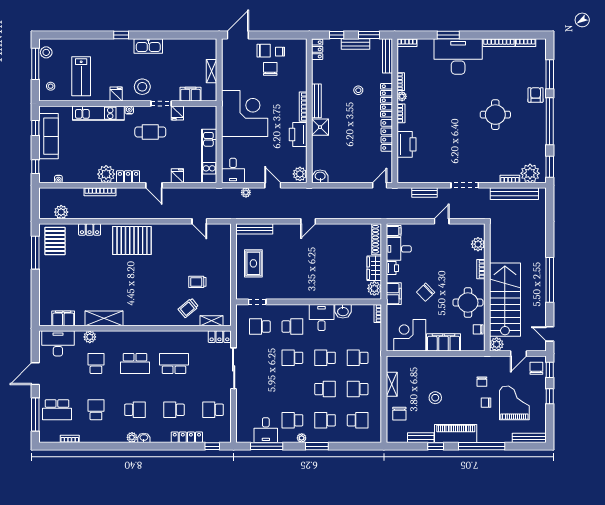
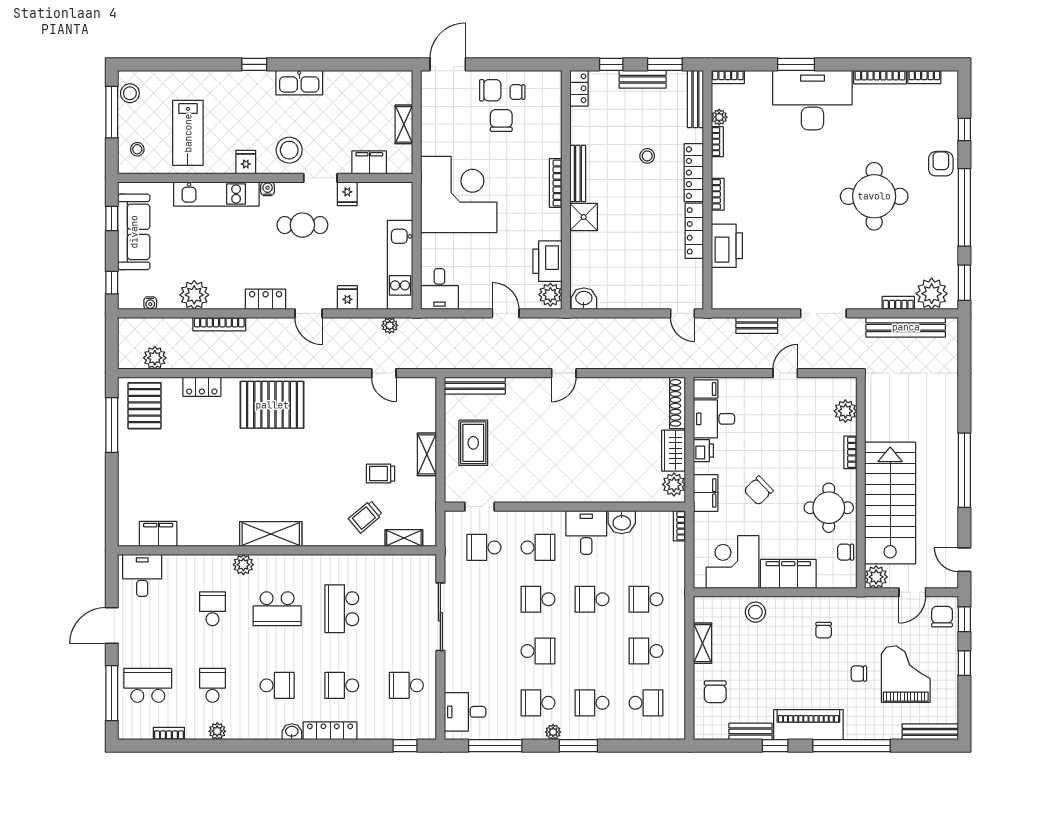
window: (550, 74) -> (964, 129), width x0.46
plant: (402, 96) -> (719, 117), moved
round table: (495, 115) -> (874, 196), width x1.36, depth x1.36
printer: (298, 134) -> (547, 261), moved
plant: (106, 174) -> (194, 295), moved
door: (380, 185) -> (683, 313), swing flipped
plant: (246, 192) -> (390, 325), moved
shelving: (225, 270) -> (427, 454), added
shelving: (104, 318) -> (271, 534), moved
plant: (90, 337) -> (243, 565), moved
locker: (219, 337) -> (417, 564), removed
desk: (58, 343) -> (142, 575), width x0.73
school desk: (174, 363) -> (342, 609), turned -90
chair: (482, 382) -> (824, 630), moved
school desk: (325, 389) -> (538, 651), moved
stool: (435, 398) -> (755, 612), moved
school desk: (57, 410) -> (148, 685), turned 180
desk: (266, 430) -> (465, 712), moved, turned 90
plant: (132, 437) -> (217, 731), moved
locker: (187, 437) -> (330, 731), moved

